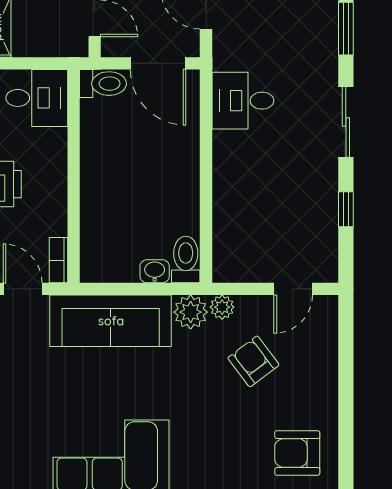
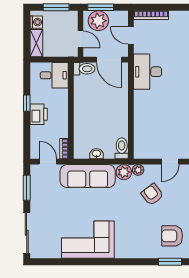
desk: (243, 101) -> (147, 72), width x1.37
washbasin: (155, 271) -> (96, 154), moved

